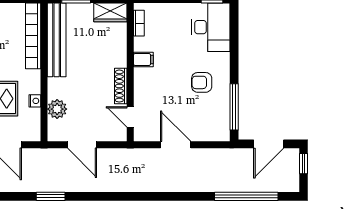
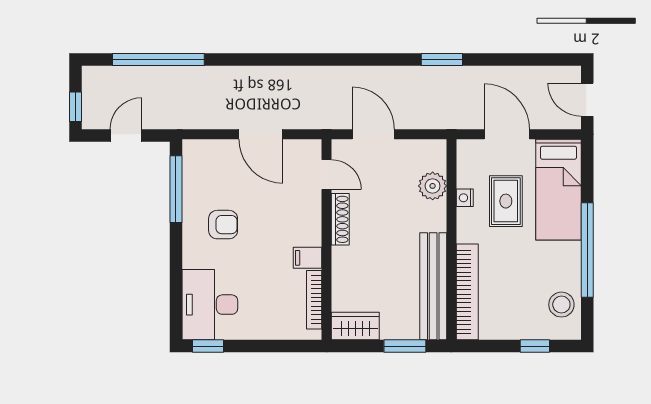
bookcase: (139, 23) -> (314, 300), width x1.56
door: (269, 144) -> (126, 135), width x0.73
door: (82, 145) -> (373, 134), moved

